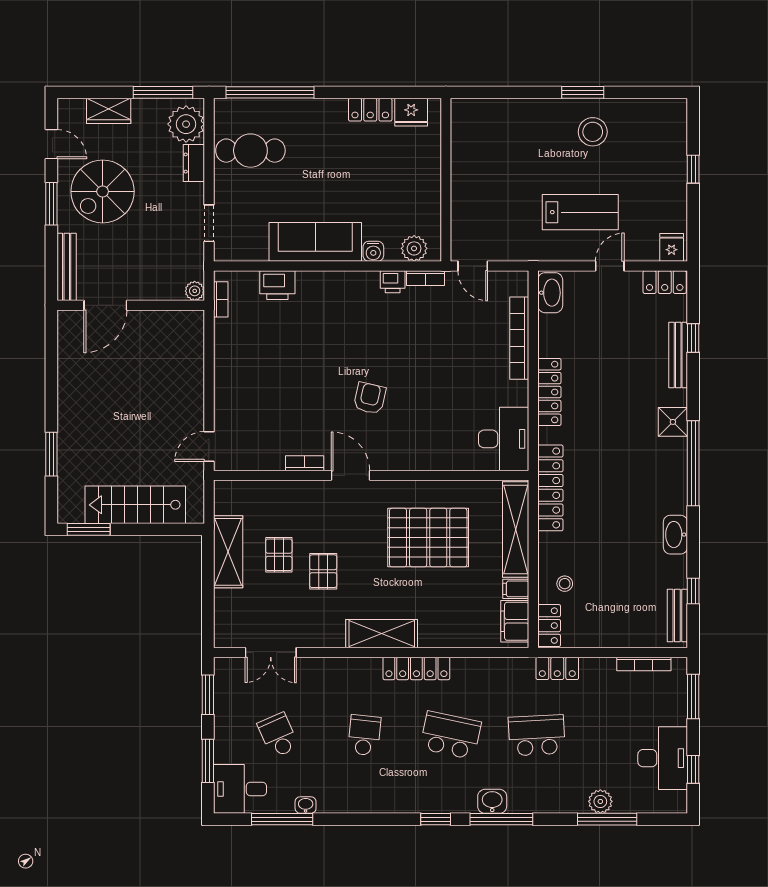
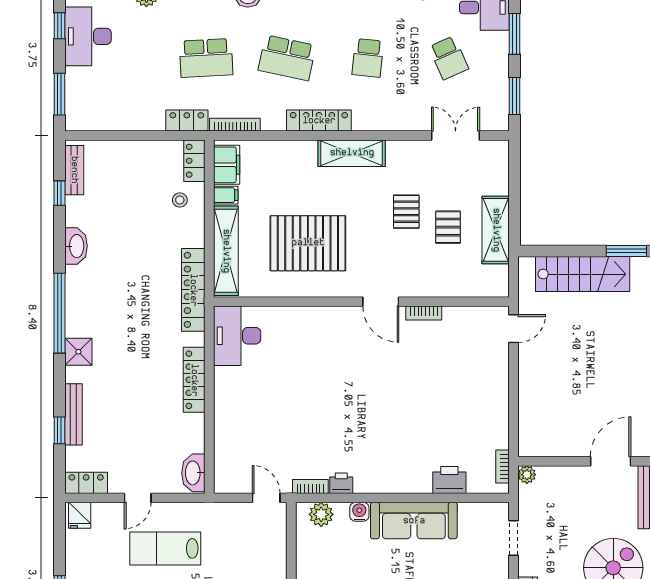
bookcase: (519, 338) -> (222, 430), removed
armchair: (370, 398) -> (363, 374), removed
bookcase: (644, 664) -> (235, 125), moved

